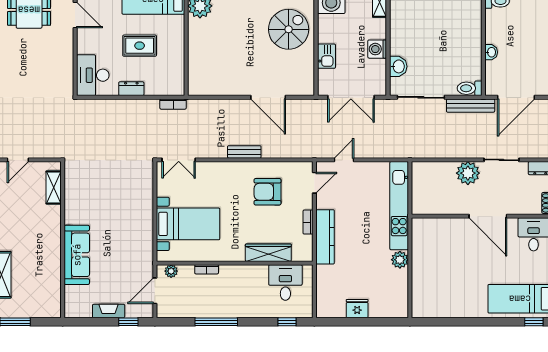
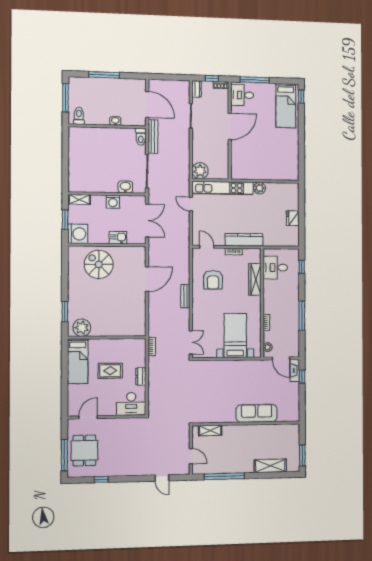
rug: (140, 46) -> (110, 371), turned 90
door: (344, 160) -> (191, 204), moved
plant: (468, 173) -> (200, 171), moved
fireplace: (109, 311) -> (295, 370), moved

